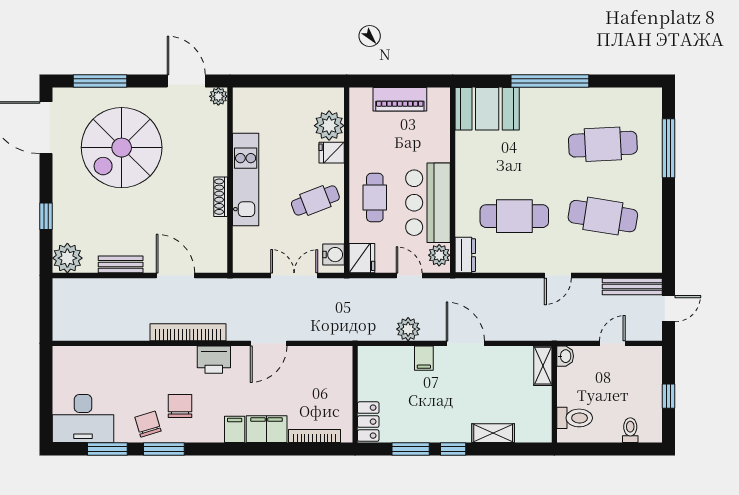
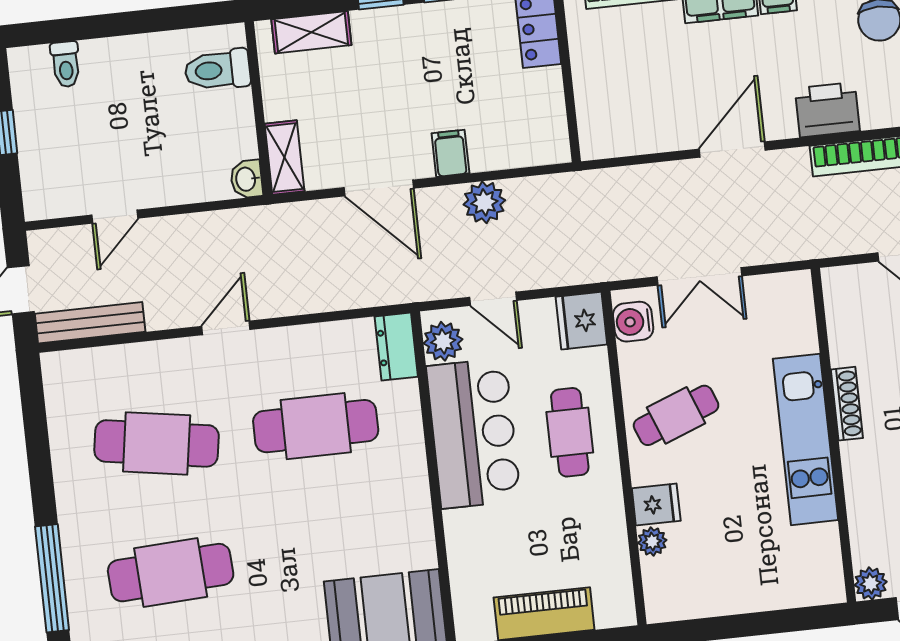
plant: (329, 126) -> (652, 542), width x0.53, depth x0.53
washbasin: (565, 356) -> (247, 179), moved
shelving: (543, 366) -> (285, 158), moved
wall: (554, 394) -> (258, 109), moved
toilet: (575, 418) -> (217, 70), moved

